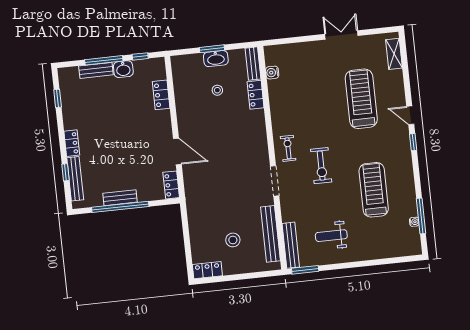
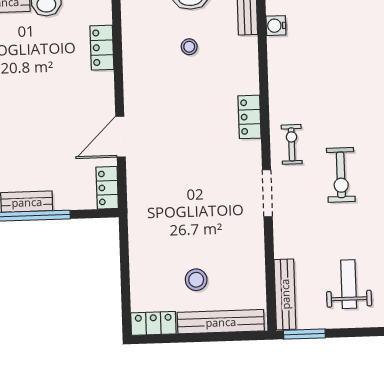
locker: (256, 95) -> (250, 117), moved
door: (177, 151) -> (120, 137), swing flipped
bench: (270, 234) -> (221, 322), moved, turned 90
weight bench: (331, 236) -> (349, 284), turned 90

